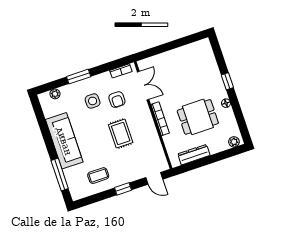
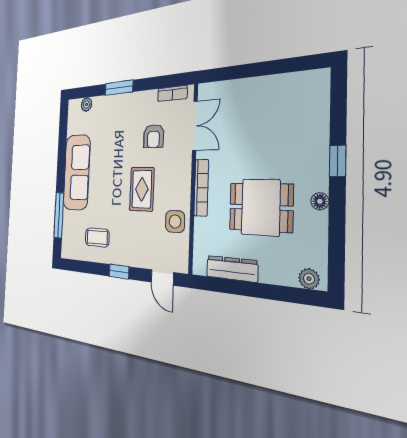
side table: (93, 101) -> (175, 222), moved

